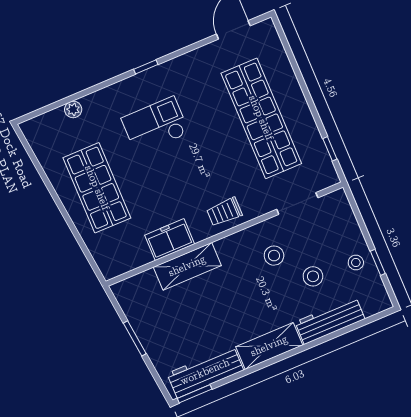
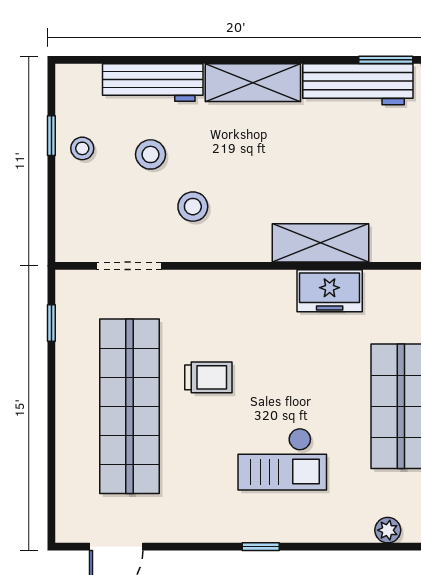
trolley: (224, 212) -> (208, 377), moved

